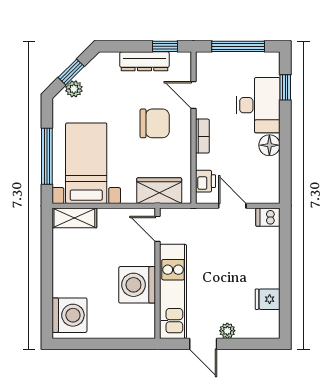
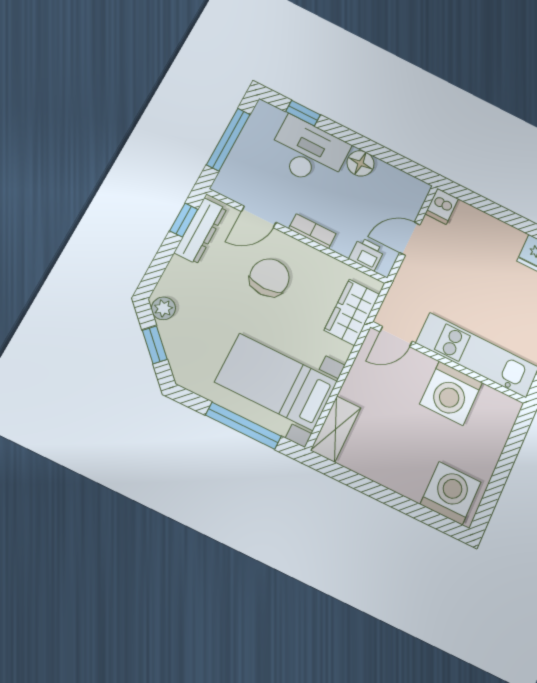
dresser: (144, 61) -> (200, 231), moved
plant: (74, 89) -> (163, 308), moved

